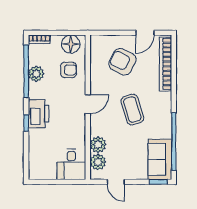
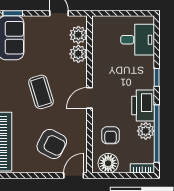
door: (145, 33) -> (74, 176), moved
armchair: (68, 70) -> (111, 135), turned -90
printer: (39, 114) -> (143, 105), moved
desk: (71, 164) -> (138, 40), moved, turned 90

